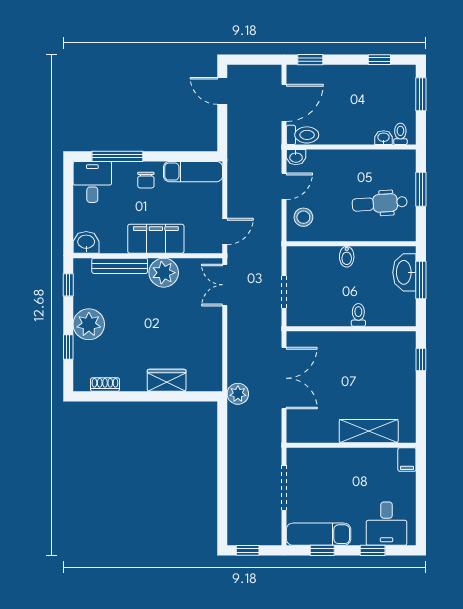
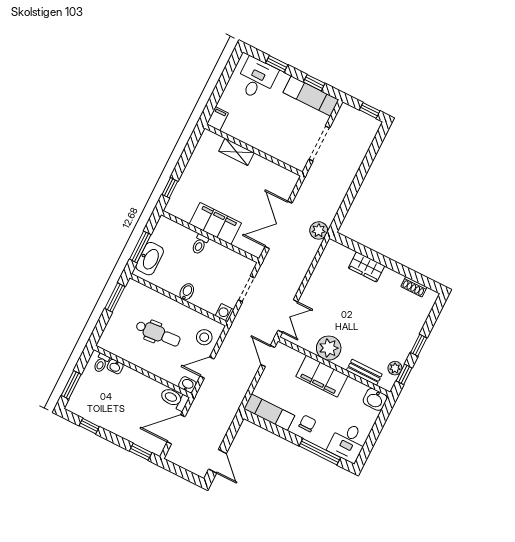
window: (421, 189) -> (115, 298), moved
dental chair: (380, 203) -> (158, 334), moved
door: (225, 231) -> (268, 356), hinge flipped
washing machine: (295, 255) -> (224, 313), added
bench: (120, 266) -> (364, 372), width x0.73
plant: (89, 324) -> (395, 368), moved, width x0.53, depth x0.53
filing cabinet: (353, 346) -> (215, 224), added
window: (68, 347) -> (419, 345), moved
shelving: (369, 431) -> (236, 152), width x0.67, depth x0.75

